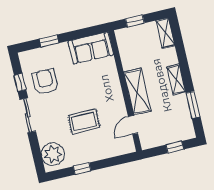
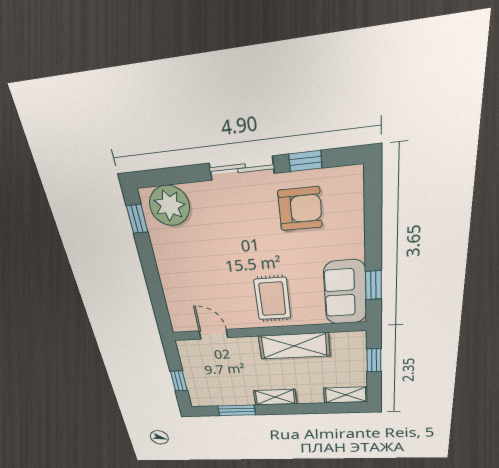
window: (49, 41) -> (373, 285), moved
shelving: (137, 92) -> (294, 346), moved
rug: (84, 122) -> (272, 299), moved
window: (82, 169) -> (137, 219), moved

